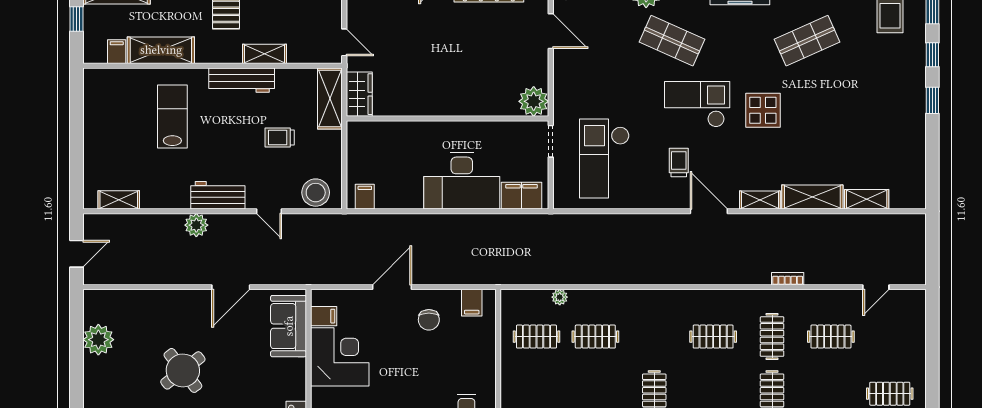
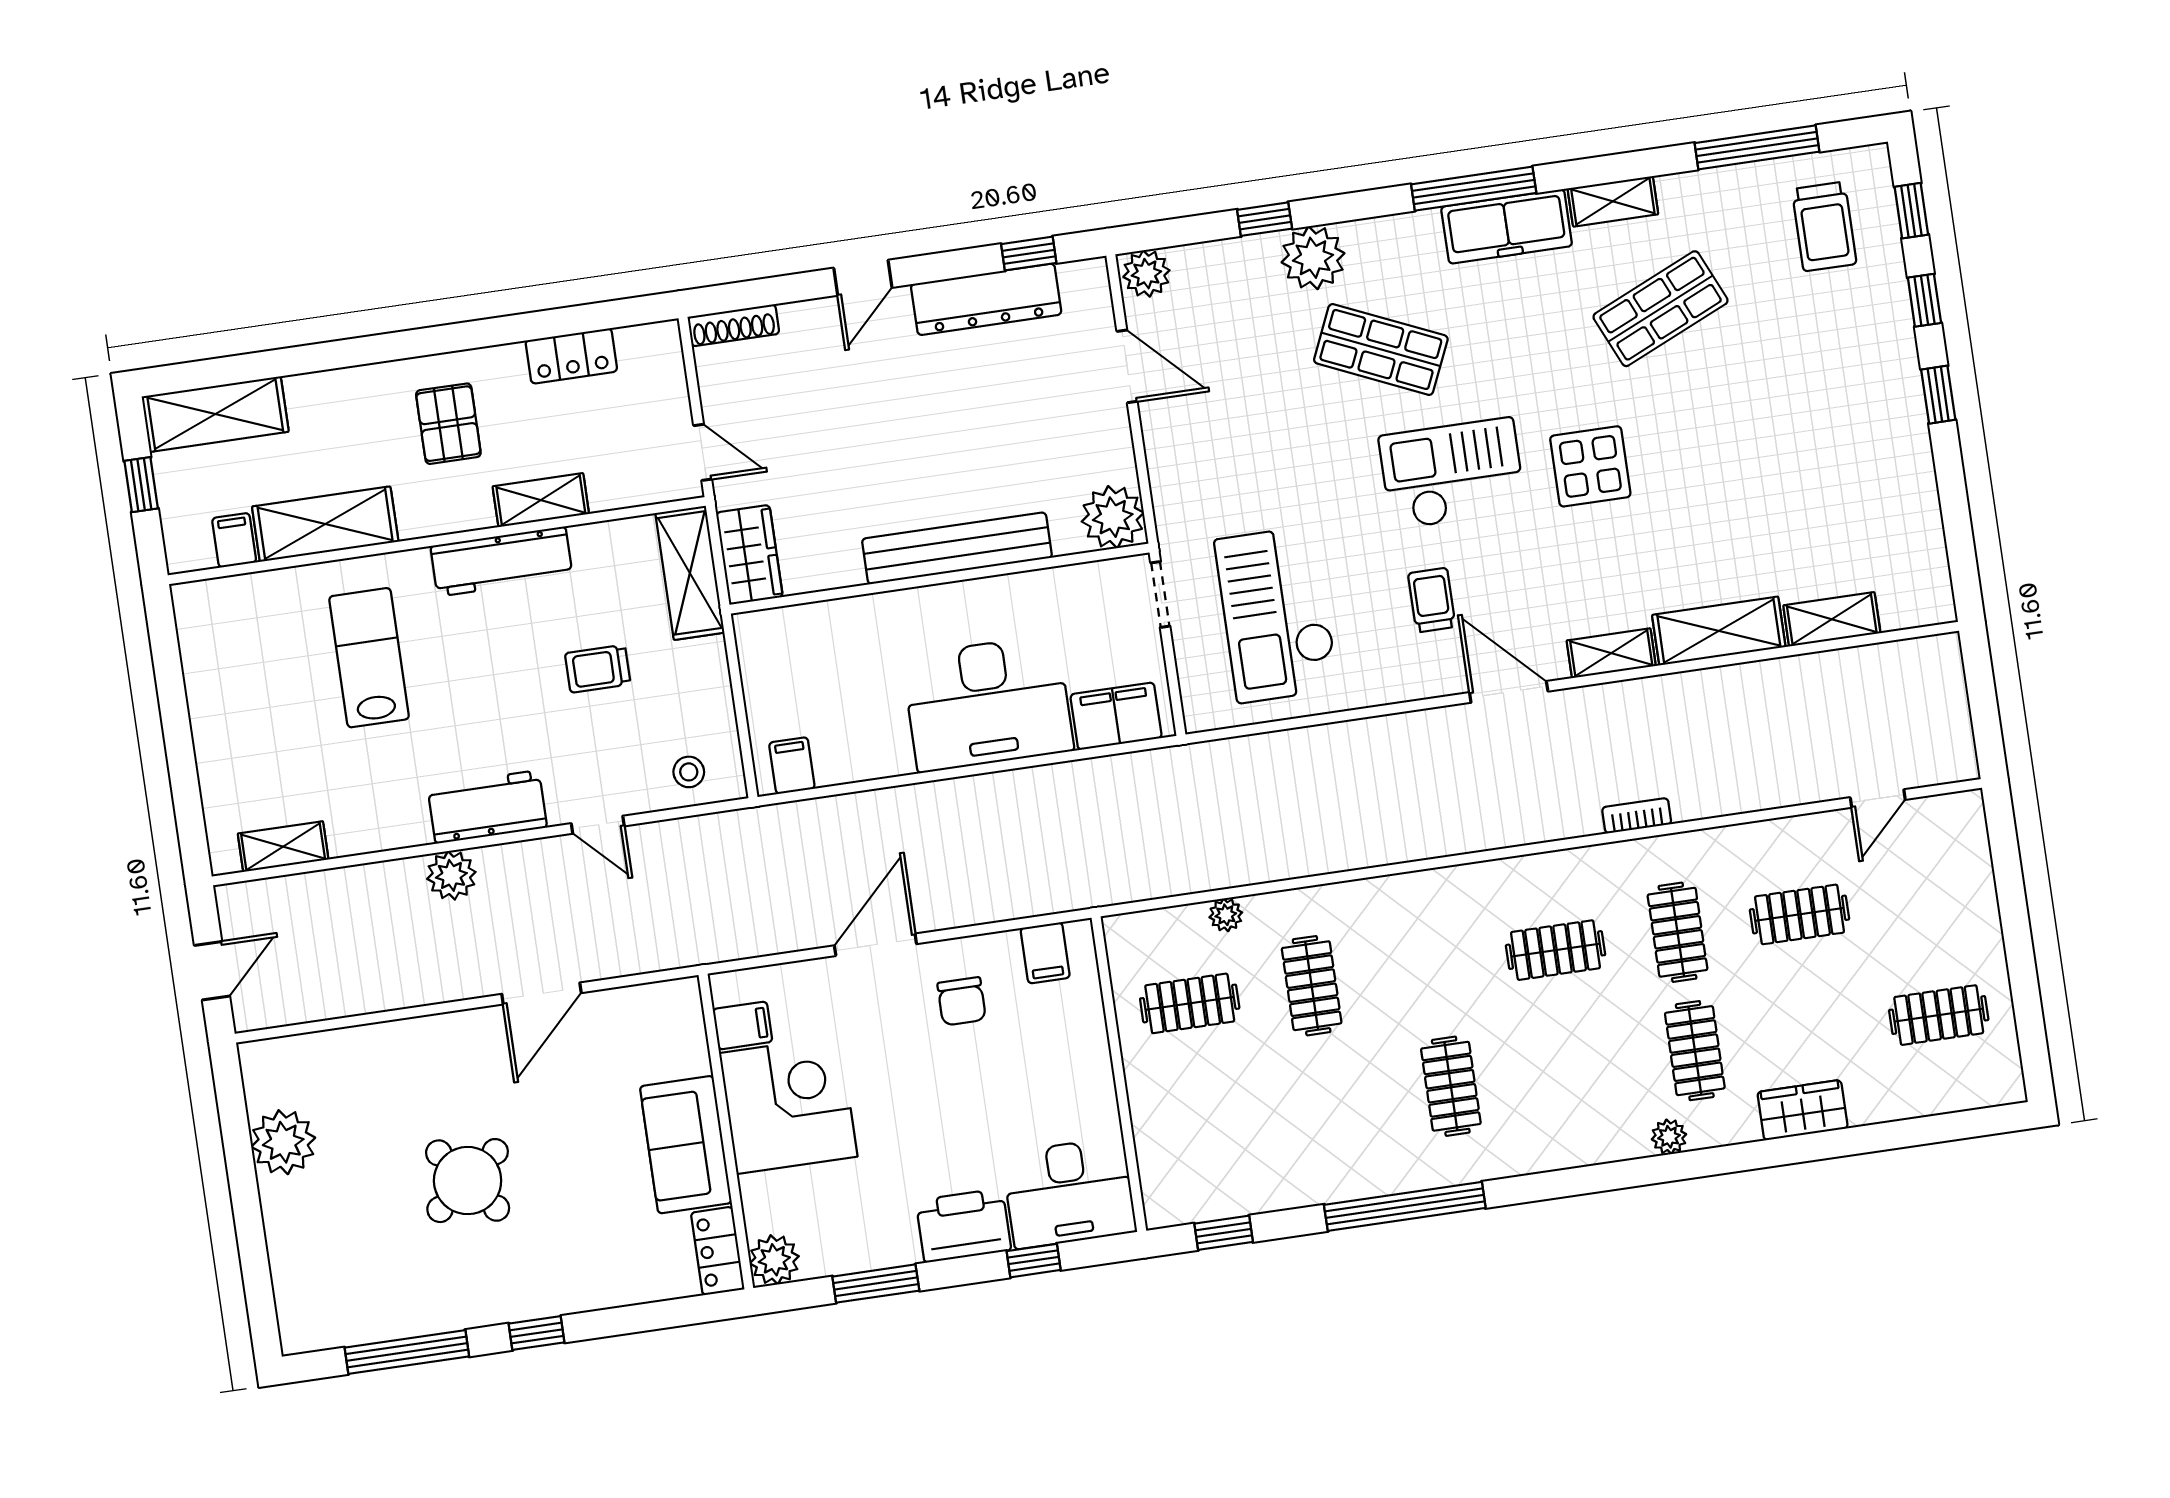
bench: (458, 105) -> (957, 548), added
stool: (316, 193) -> (689, 772), width x0.53, depth x0.53
bookcase: (788, 279) -> (1637, 816), moved
sofa: (289, 326) -> (686, 1145), moved
clothes rail: (595, 337) -> (1312, 986), turned 90

